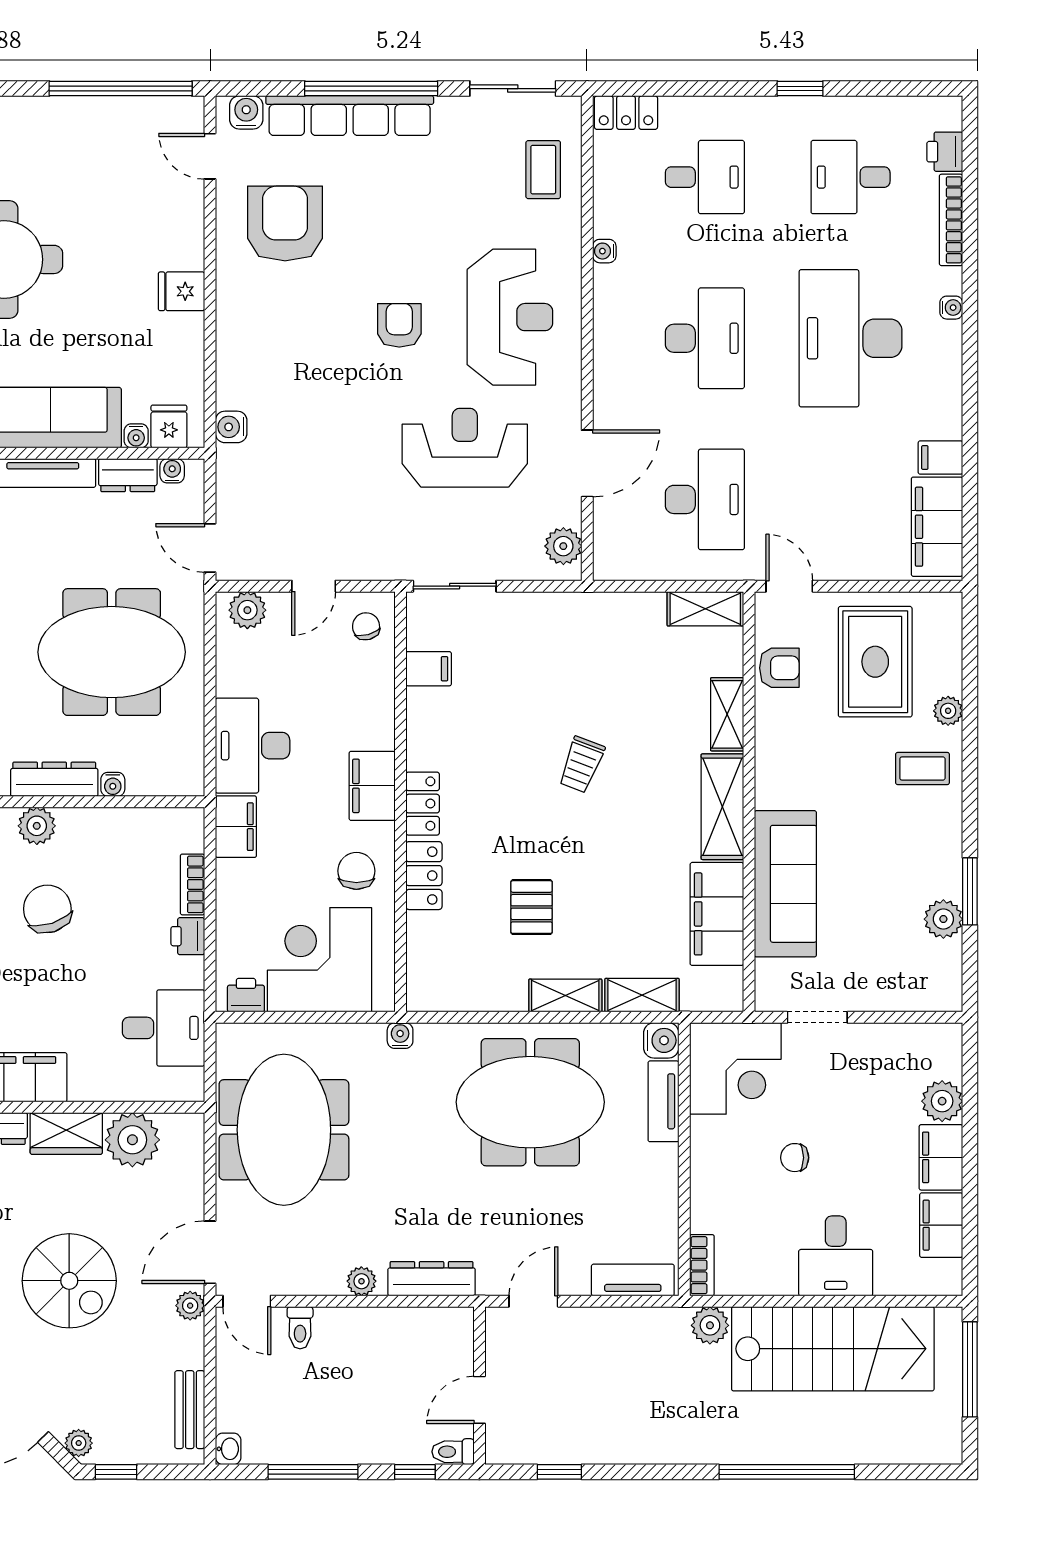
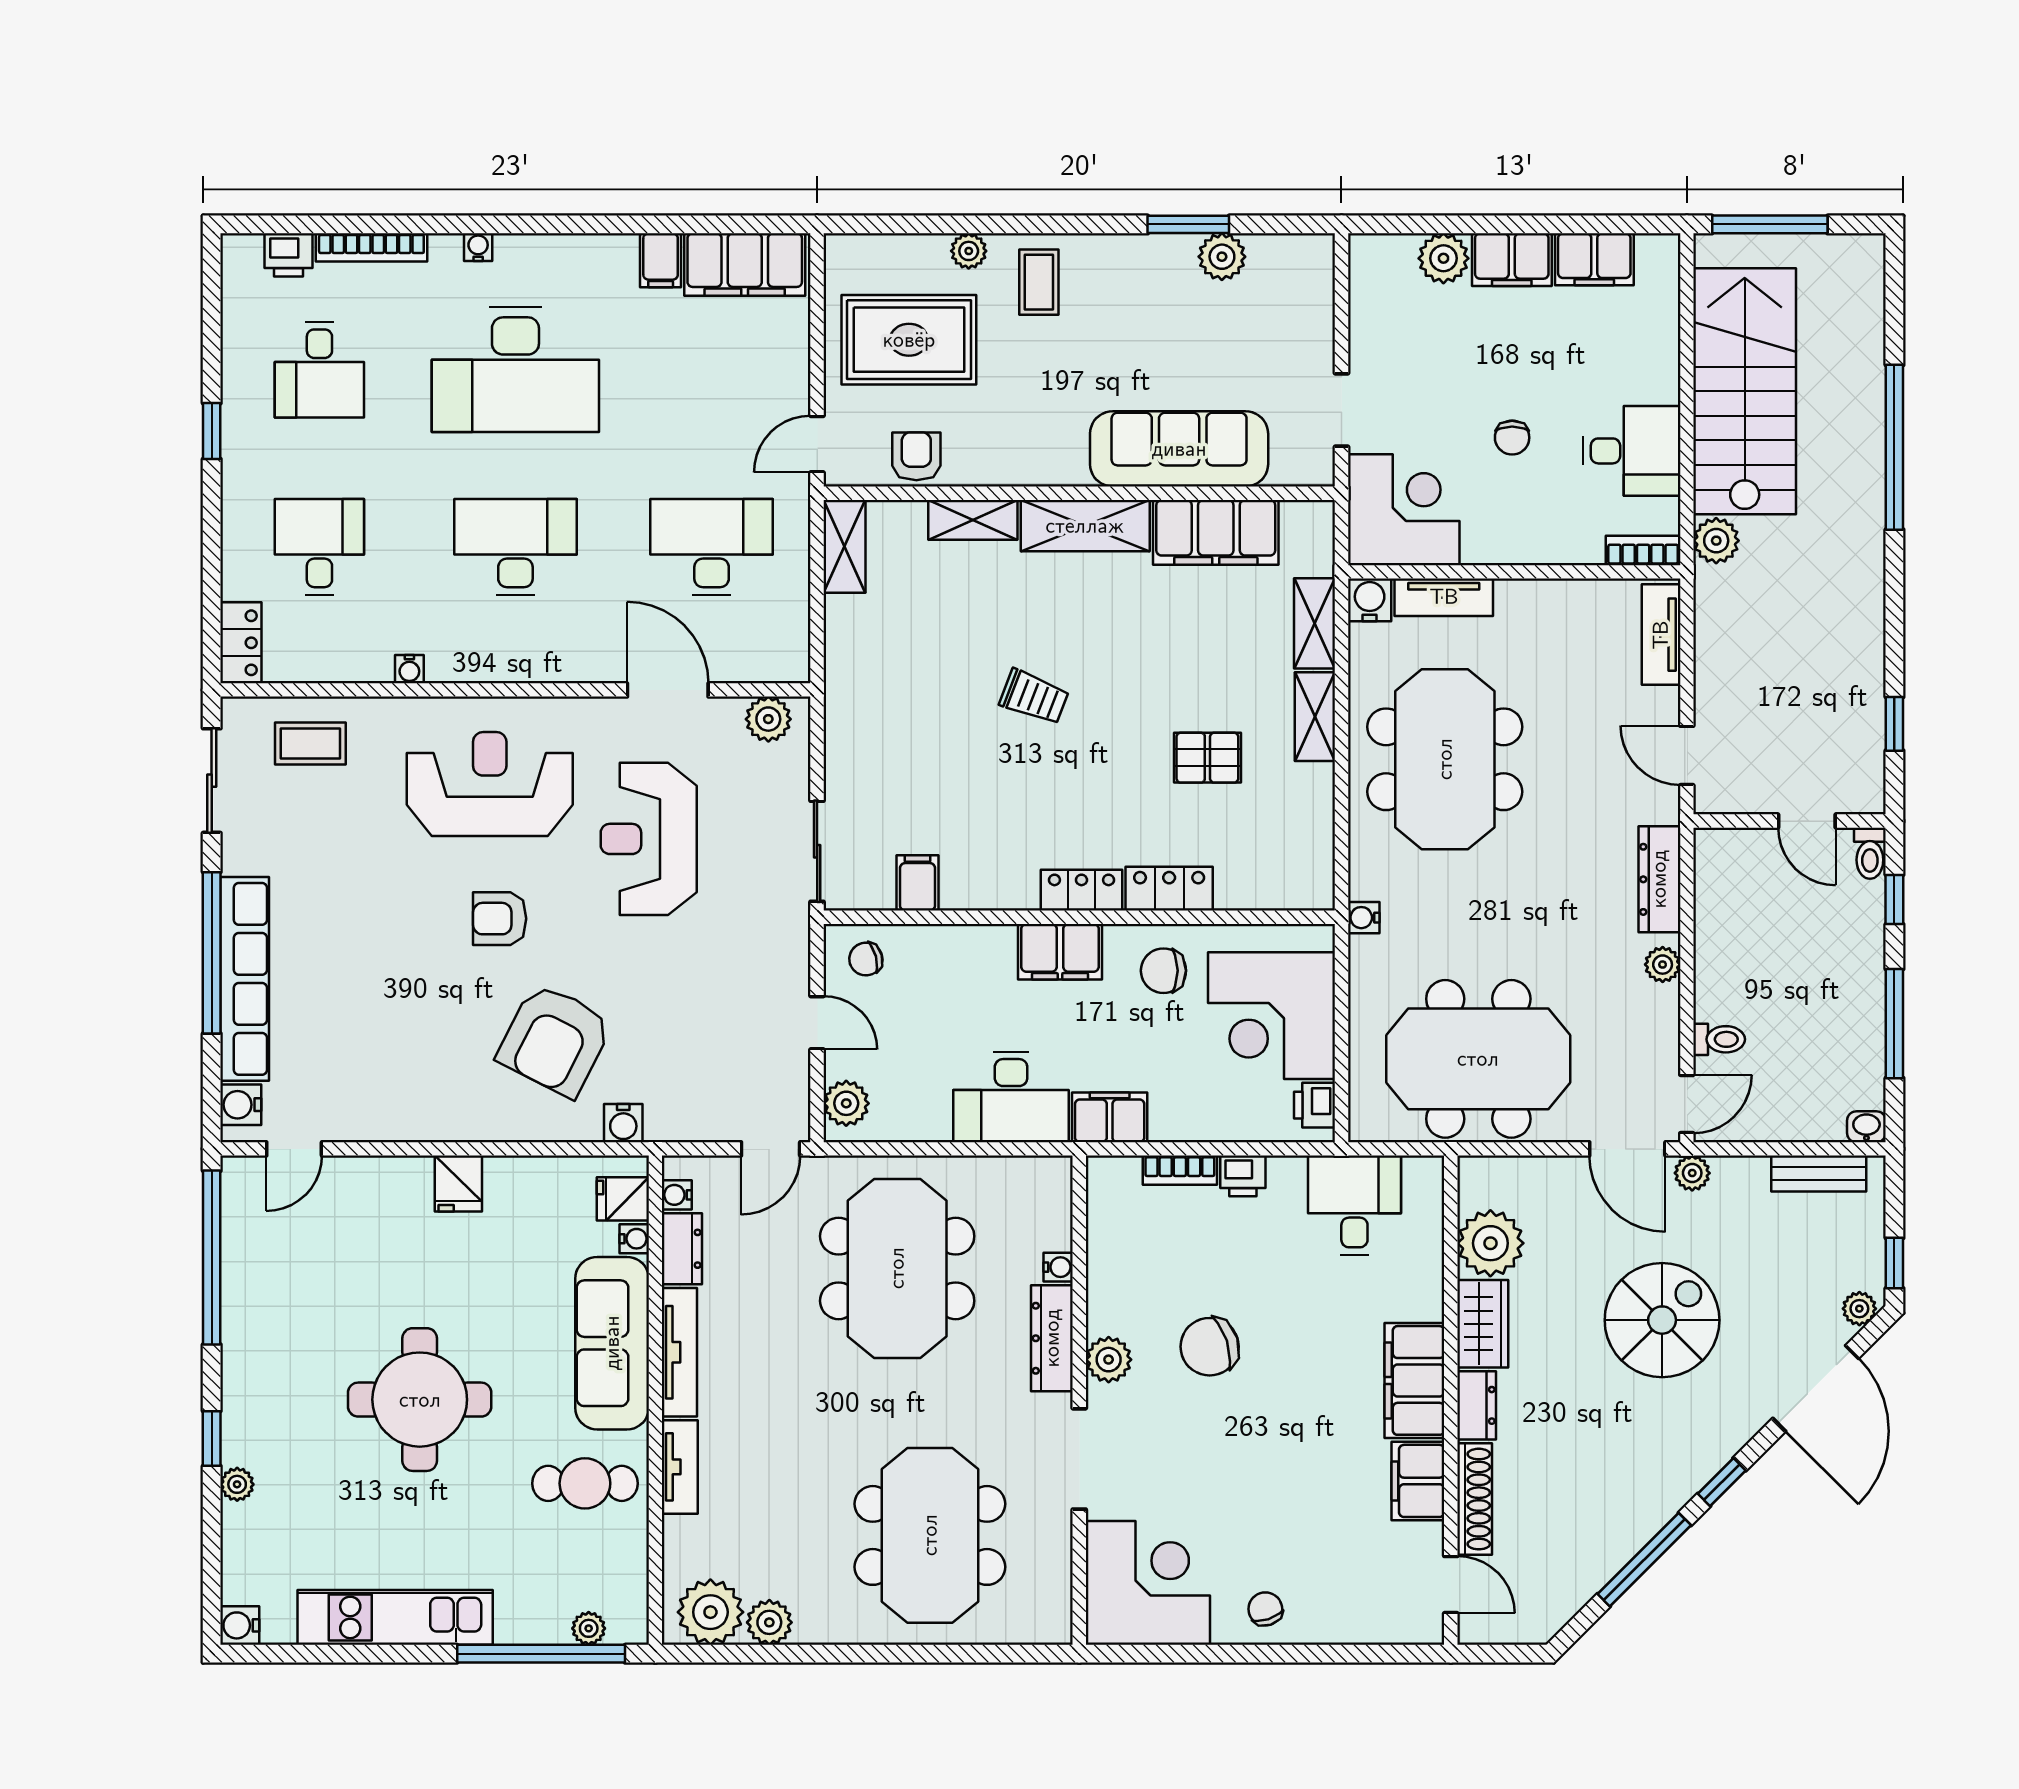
armchair: (285, 224) -> (555, 1040), moved, turned -63
desk: (836, 1256) -> (1632, 451), moved

